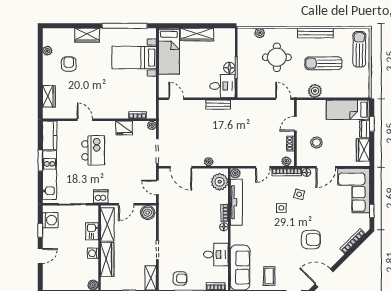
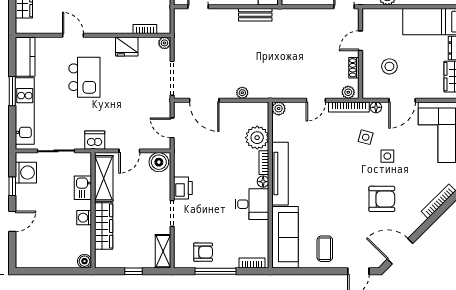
plant: (220, 182) -> (257, 138), moved
tv unit: (236, 202) -> (280, 174), moved
side table: (281, 208) -> (387, 156), moved
printer: (165, 231) -> (183, 188), added
desk: (216, 254) -> (252, 204), moved

